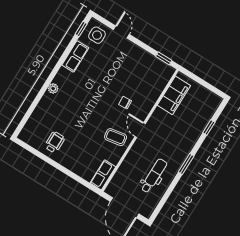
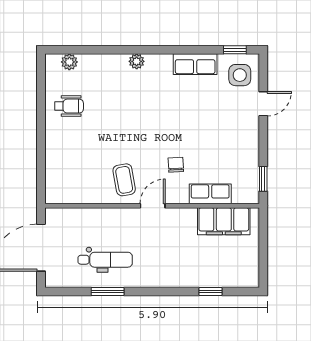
plant: (30, 127) -> (69, 62), added
window: (186, 164) -> (108, 291), moved
row of seats: (103, 175) -> (210, 194), moved

